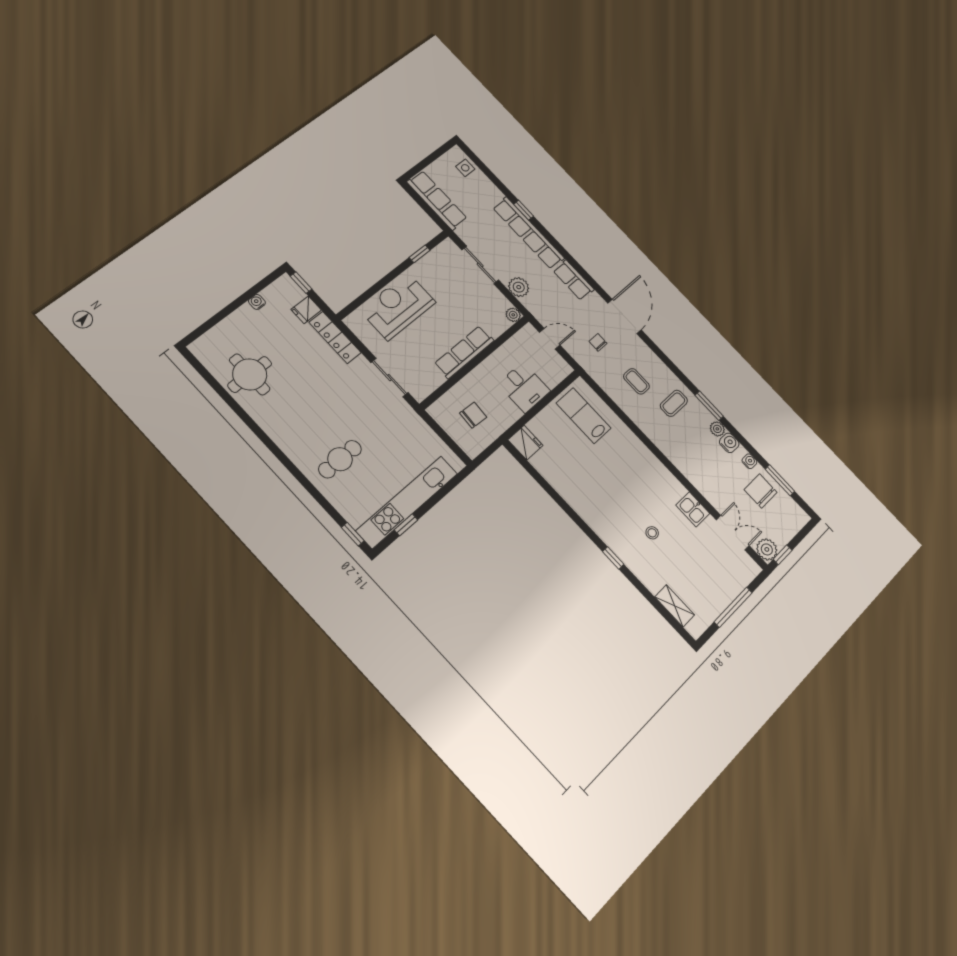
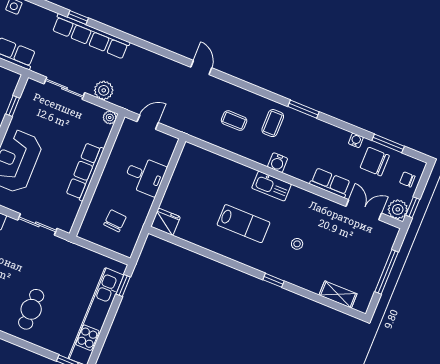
row of seats: (573, 280) -> (330, 183), moved, turned 180
door: (624, 316) -> (201, 68), width x0.53
chair: (598, 342) -> (407, 179), moved
lab bench: (584, 416) -> (243, 224), moved, turned 180
plant: (717, 429) -> (318, 126), removed
water cooler: (729, 443) -> (278, 163), moved, turned 180
kitchen sink: (693, 509) -> (272, 186), moved, width x1.38
window: (406, 525) -> (123, 286), moved

